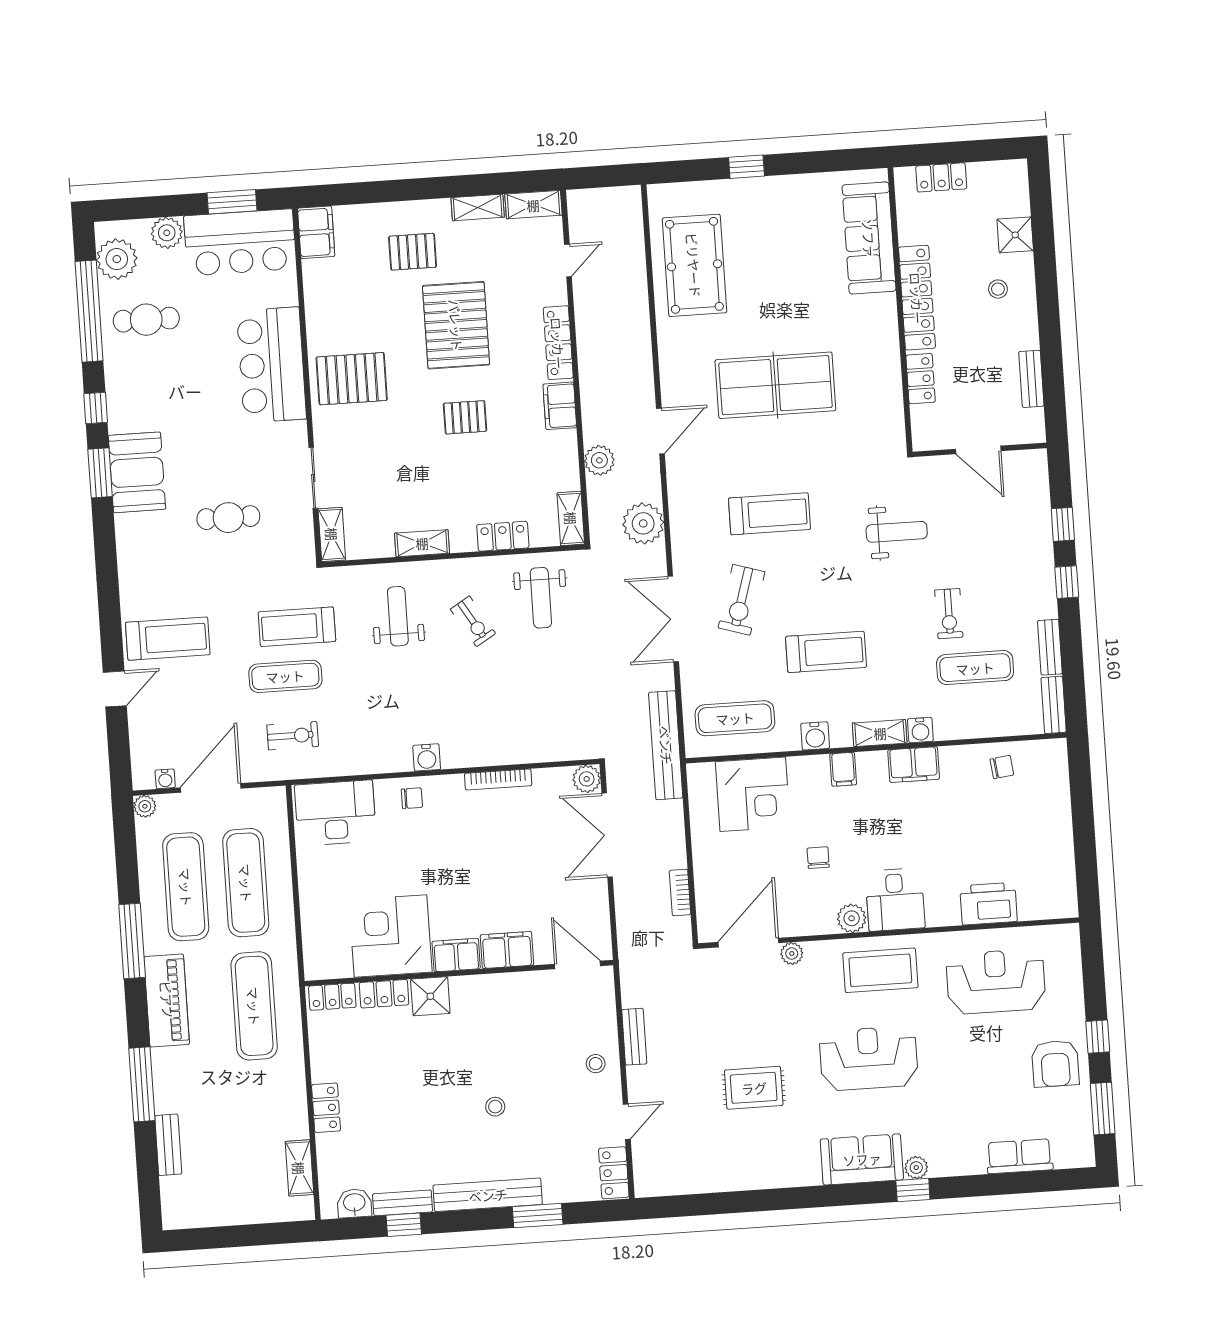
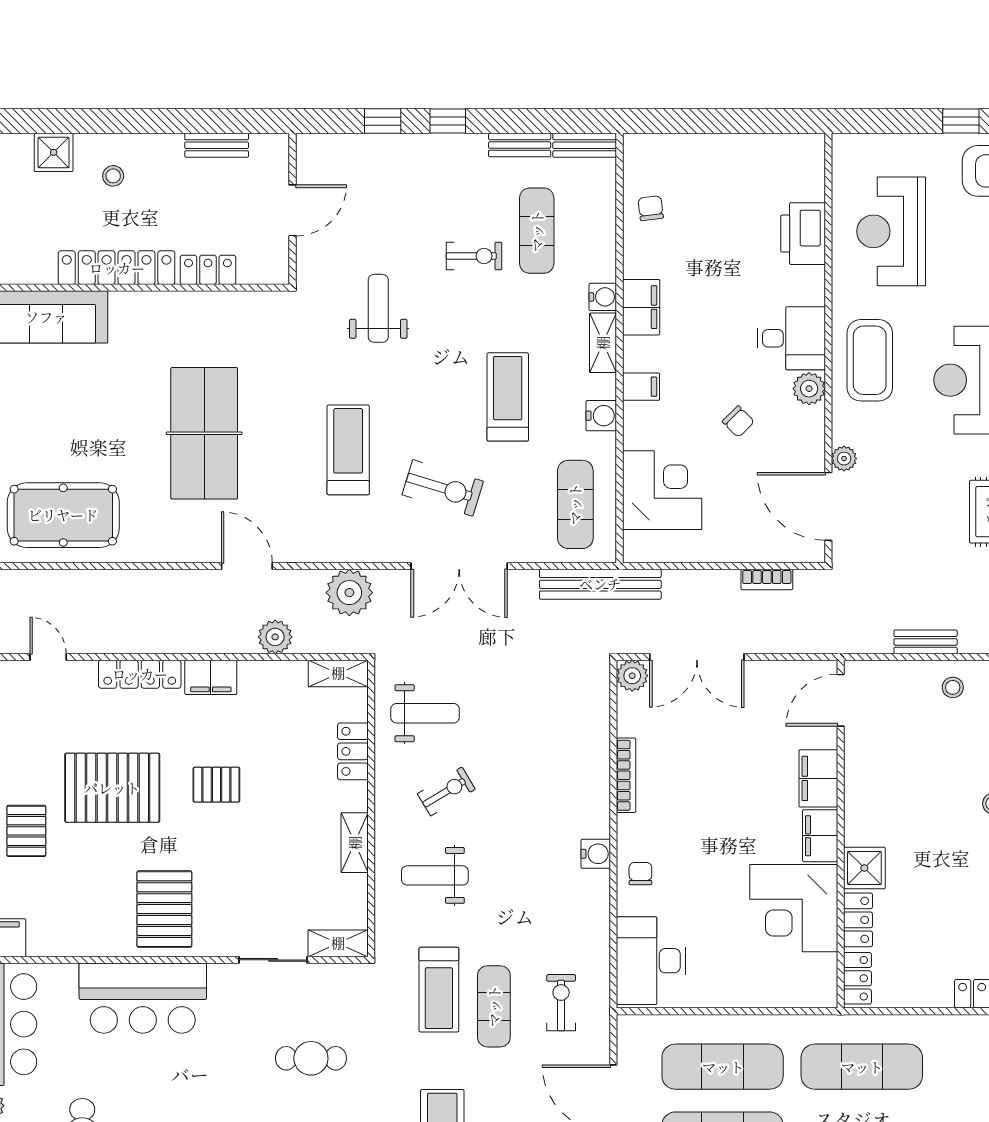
pallet: (465, 417) -> (216, 785), turned 90
cafe table: (228, 518) -> (311, 1058), turned 90
chair: (818, 858) -> (738, 422), turned -135

